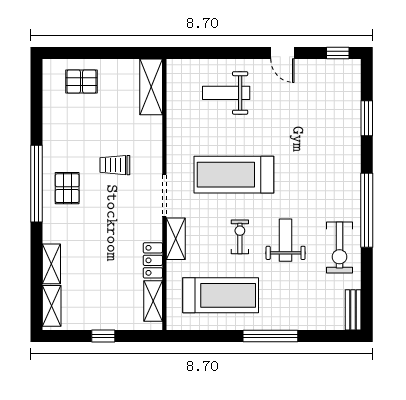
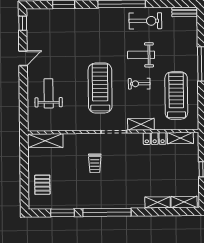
weight bench: (226, 93) -> (49, 93), turned 180
window: (37, 113) -> (62, 213), added
treadmill: (234, 175) -> (100, 88), turned 180
pallet: (67, 188) -> (110, 193), removed

